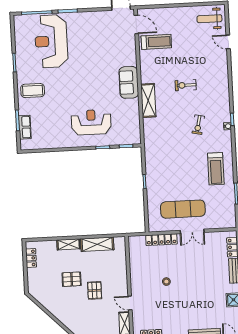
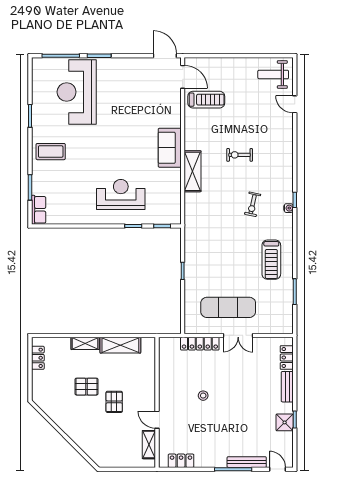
row of seats: (25, 127) -> (39, 210), moved

